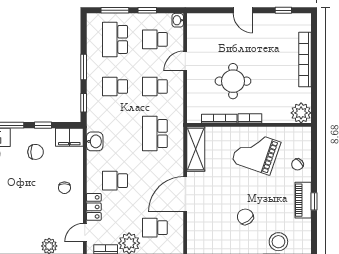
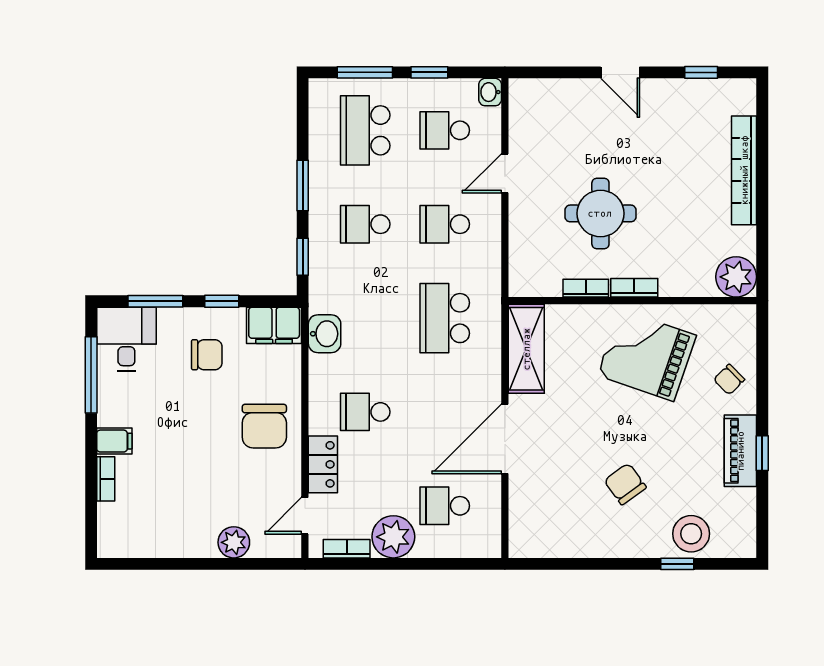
bookcase: (219, 119) -> (586, 288), width x0.64
chair: (64, 188) -> (264, 426), width x1.87, depth x1.87

